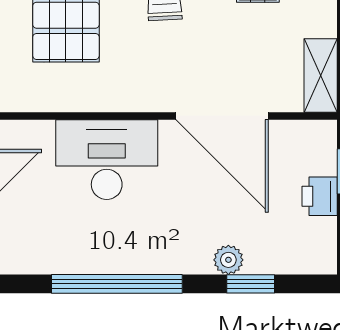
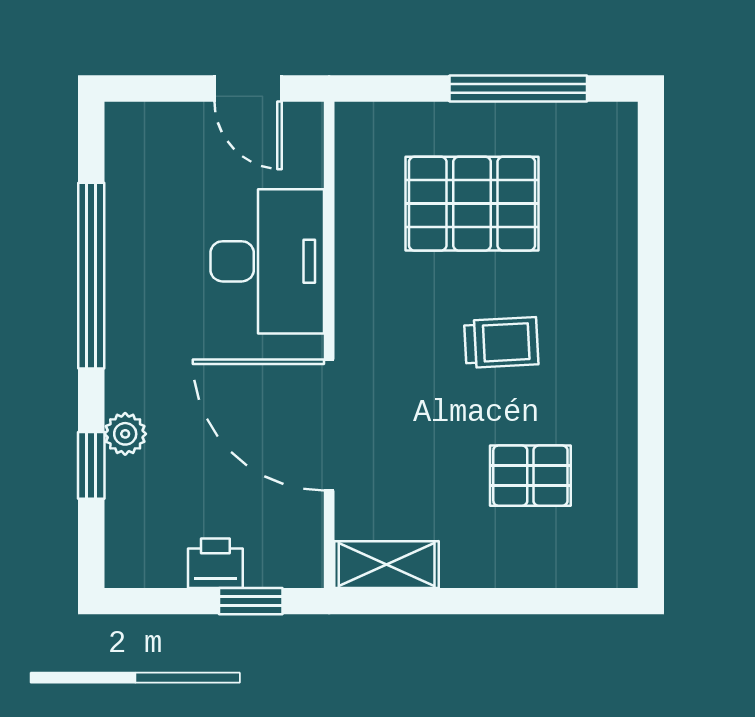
door: (222, 116) -> (329, 425), hinge flipped

